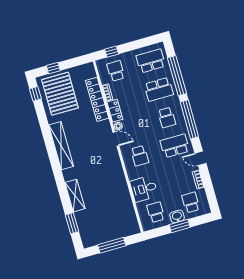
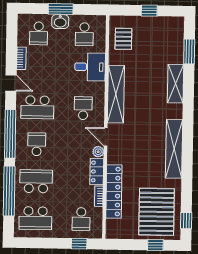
shelving: (118, 174) -> (116, 94), added
pallet: (125, 218) -> (123, 39), added
window: (112, 245) -> (149, 11), width x0.46

